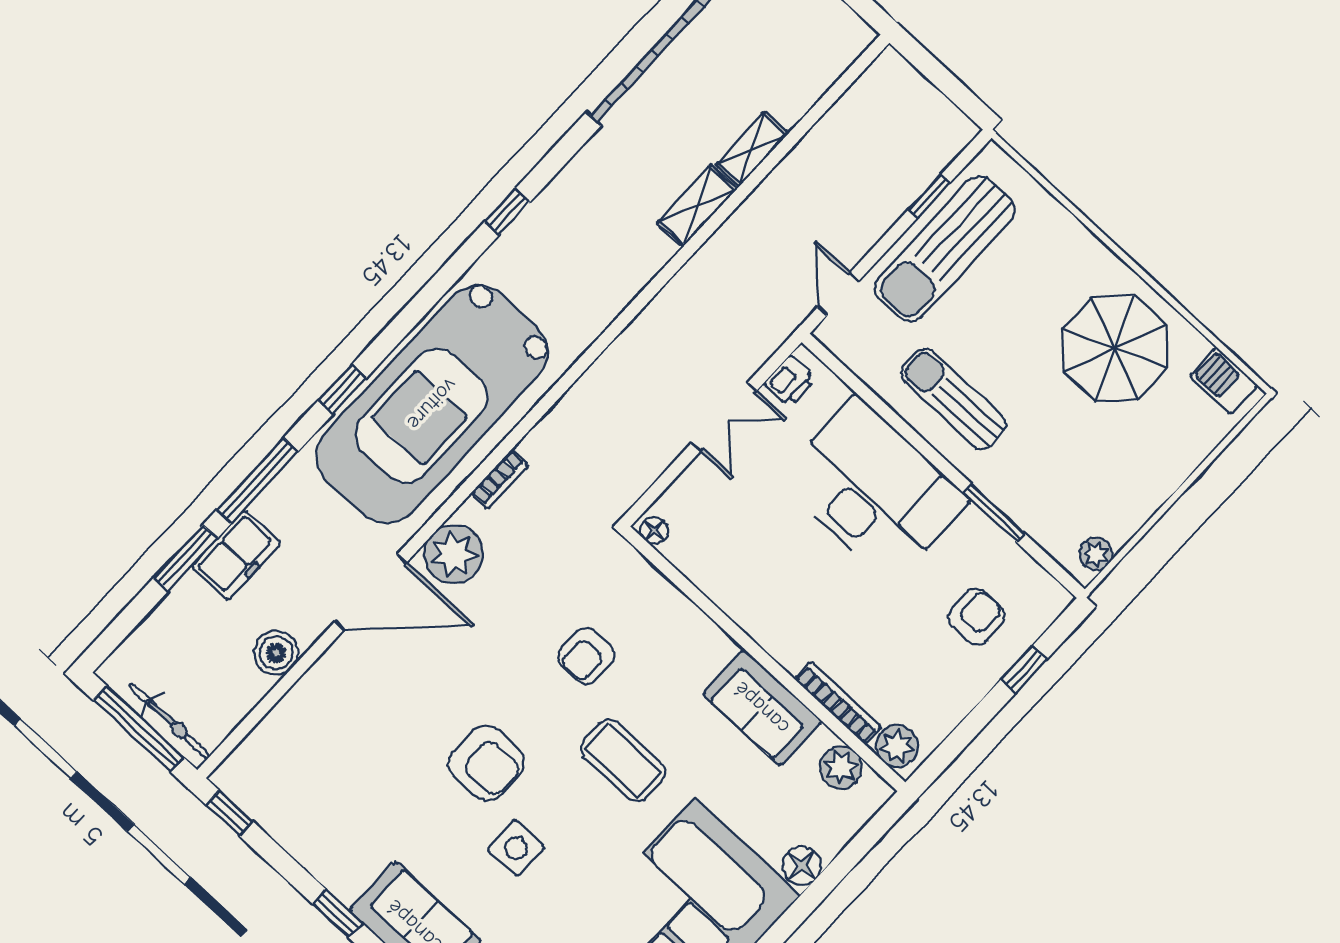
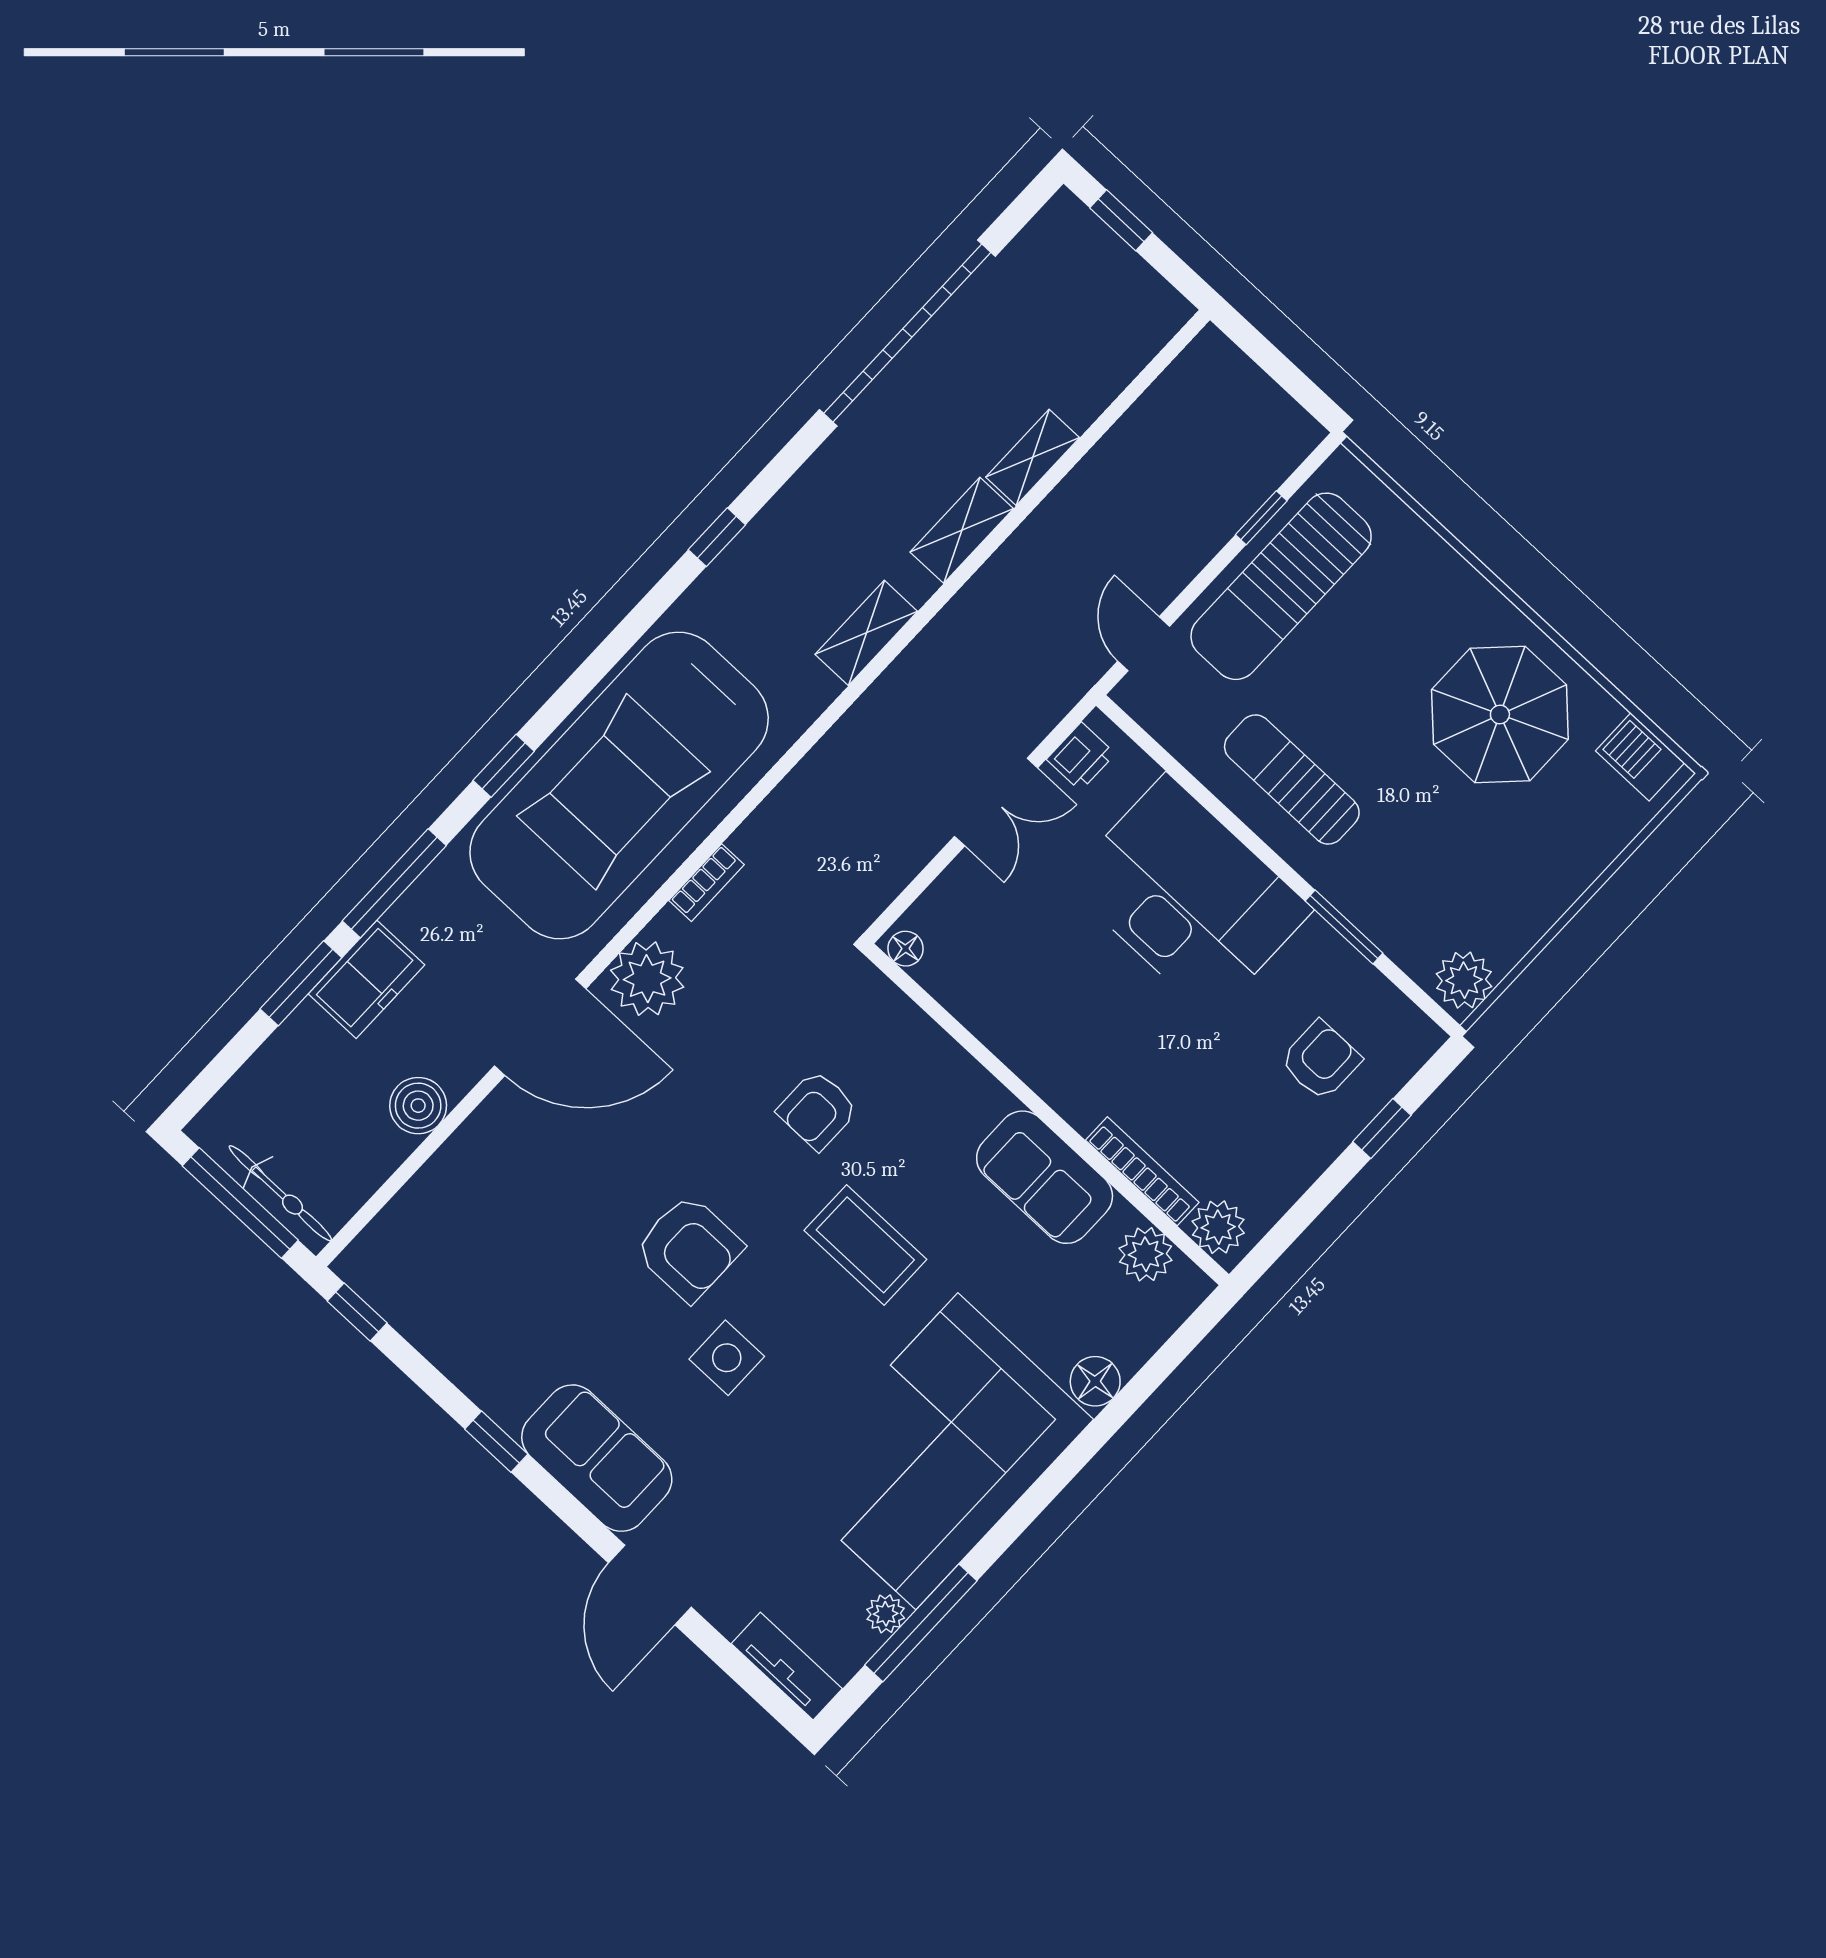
shelving: (623, 286) -> (866, 633), added
plant: (1096, 554) -> (1464, 980), width x1.38, depth x1.38

